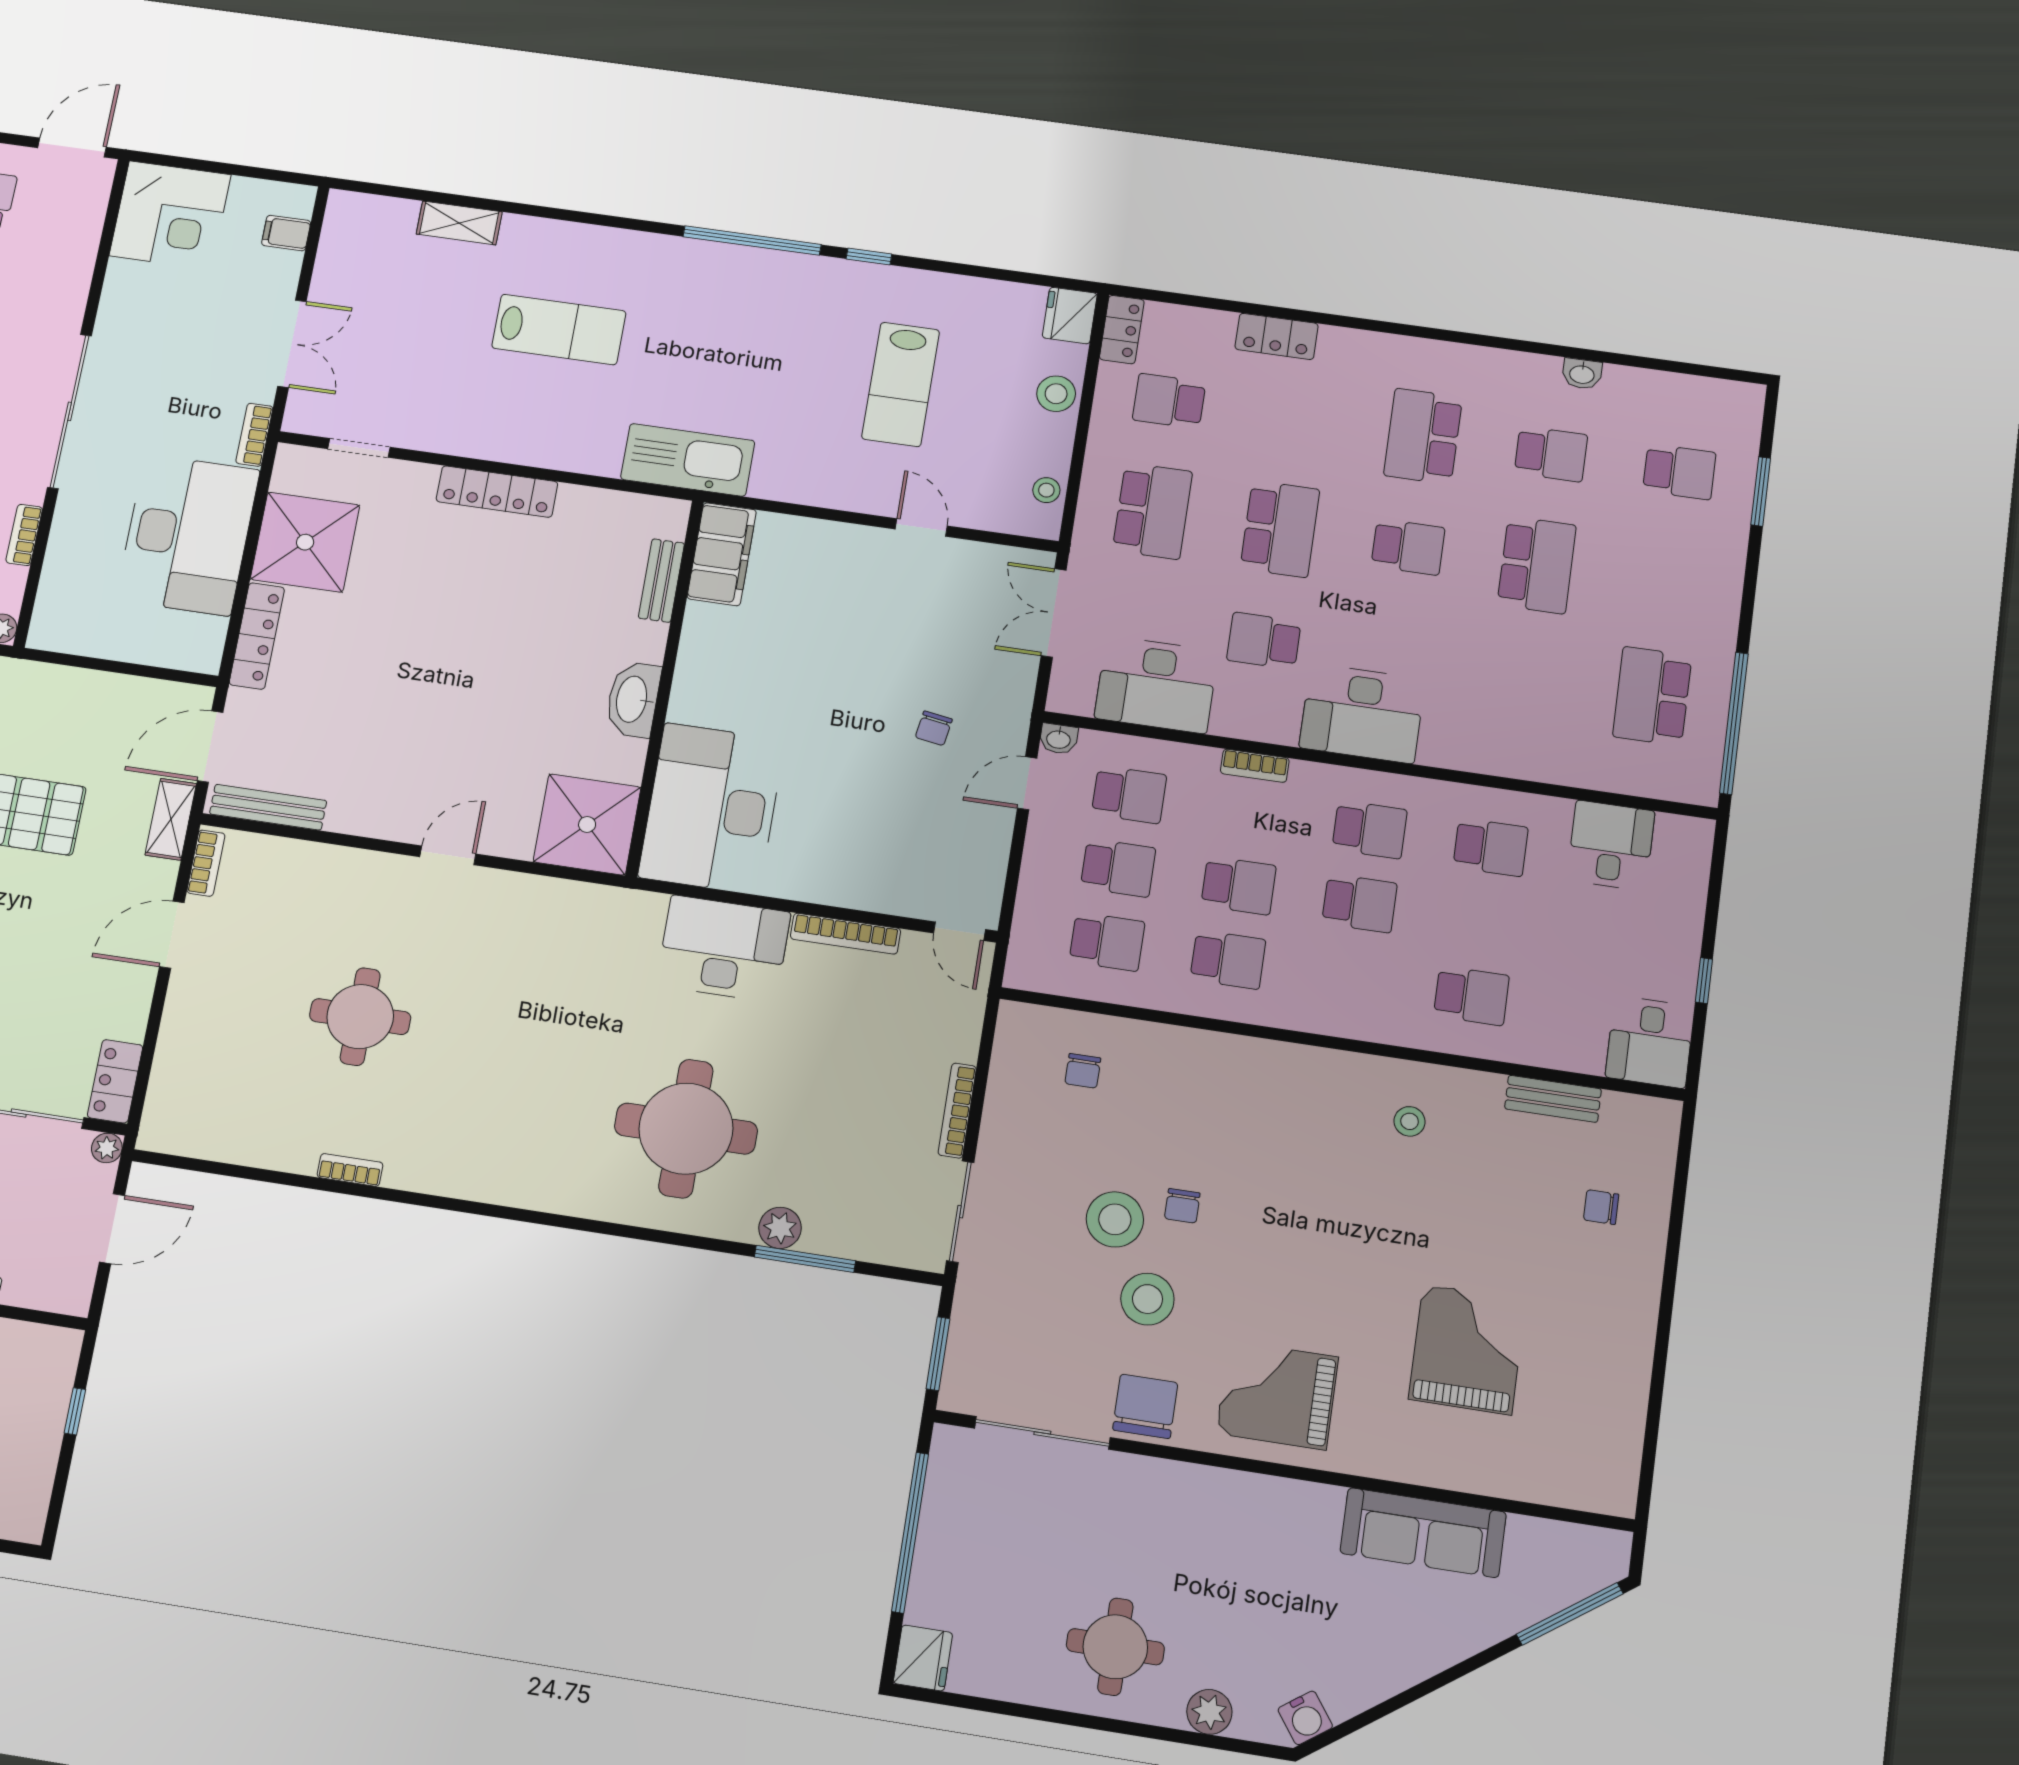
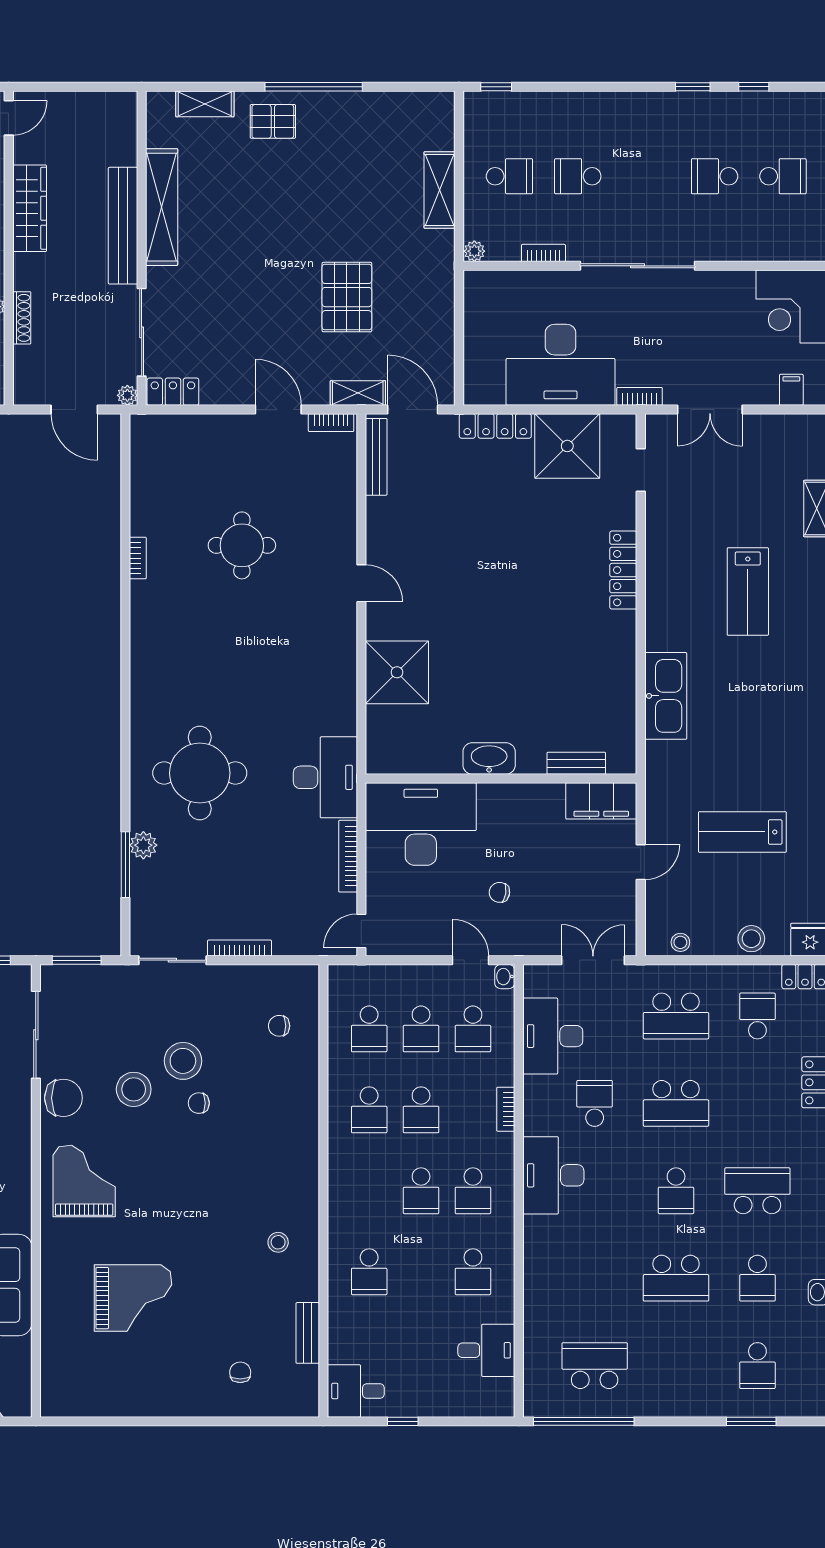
filing cabinet: (722, 554) -> (601, 801), moved
bench: (661, 581) -> (576, 763), moved
wall: (665, 687) -> (501, 778), moved
washbasin: (633, 699) -> (489, 758), moved
desk: (712, 808) -> (421, 824), moved

